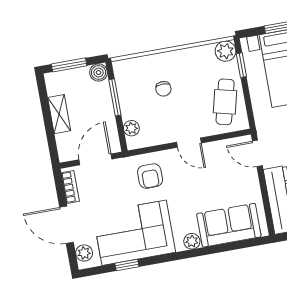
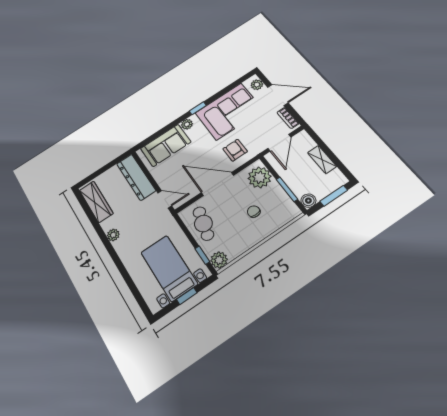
plant: (131, 128) -> (260, 177), width x1.88, depth x1.88
door: (189, 143) -> (218, 184), width x1.87
window: (127, 265) -> (198, 108), moved

